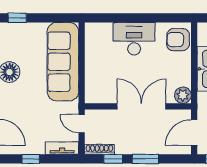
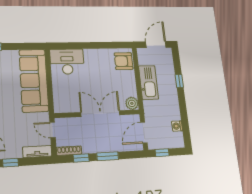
desk: (134, 39) -> (67, 62), moved

